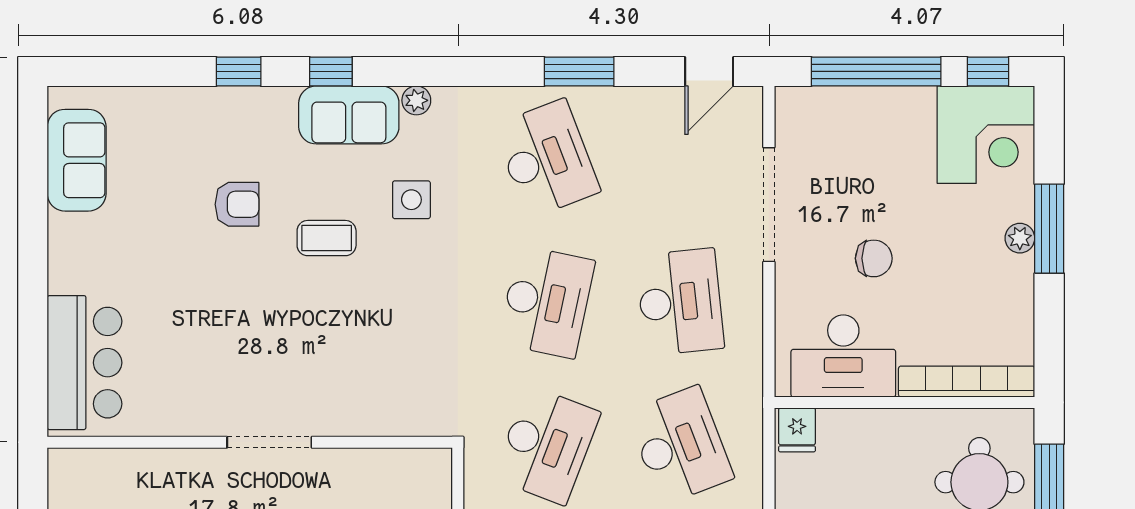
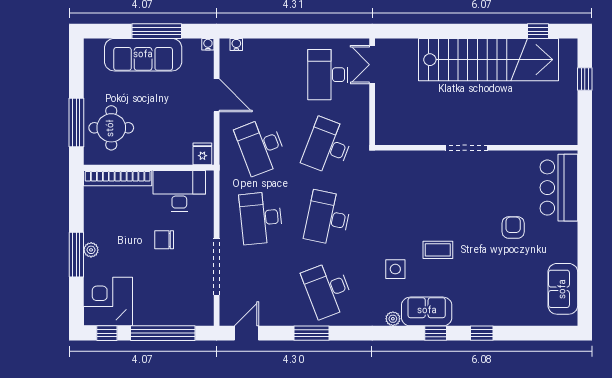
armchair: (237, 204) -> (513, 227), moved, turned 90

